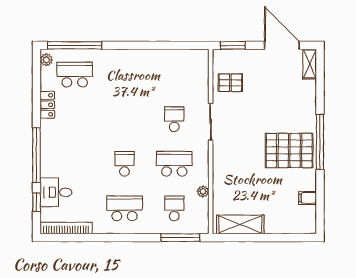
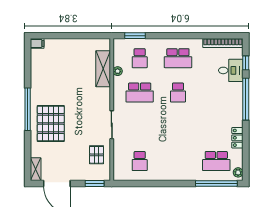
pallet: (230, 83) -> (97, 155), turned 90
school desk: (174, 119) -> (140, 161), moved
pallet: (289, 150) -> (51, 123), moved, turned 90
filing cabinet: (308, 198) -> (37, 43), moved
shelving: (240, 224) -> (103, 69), moved, turned 90
window: (180, 238) -> (135, 36), width x0.69

